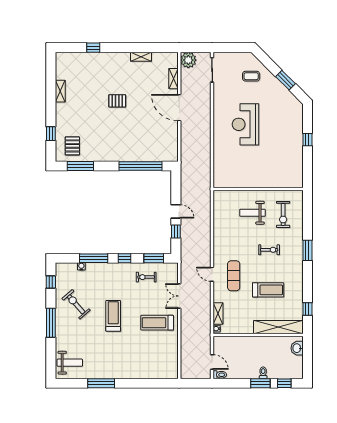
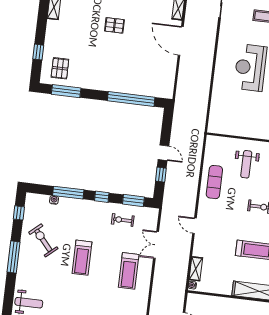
weight bench: (252, 213) -> (246, 164), turned -90
exercise mat: (234, 276) -> (214, 182), moved
treadmill: (113, 316) -> (82, 258), turned 180
treadmill: (157, 323) -> (129, 271), turned -90

